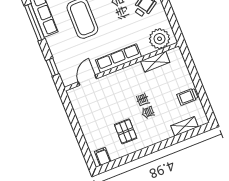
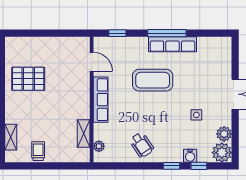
plant: (160, 39) -> (99, 146), width x0.53, depth x0.53
pallet: (126, 131) -> (28, 79), width x1.50, depth x1.42
filing cabinet: (103, 156) -> (13, 47), removed

